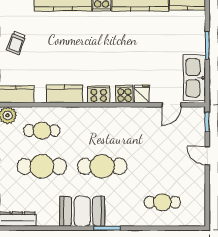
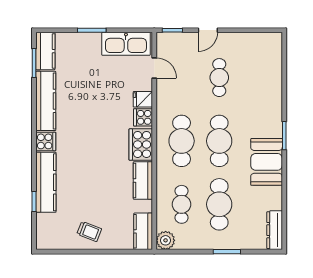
cooker: (99, 94) -> (141, 144), width x1.37, depth x1.31
cafe table: (102, 131) -> (182, 141), added
cafe table: (162, 202) -> (219, 78), moved

